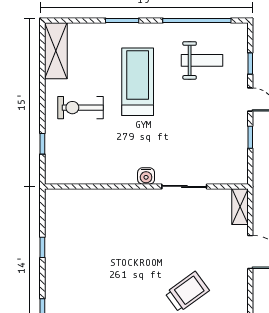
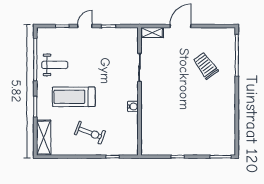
shelving: (56, 51) -> (44, 138), moved, turned 90
weight bench: (202, 60) -> (55, 65), moved, turned 90
exercise bike: (80, 108) -> (90, 133), turned -69
water cooler: (146, 176) -> (133, 106), moved

